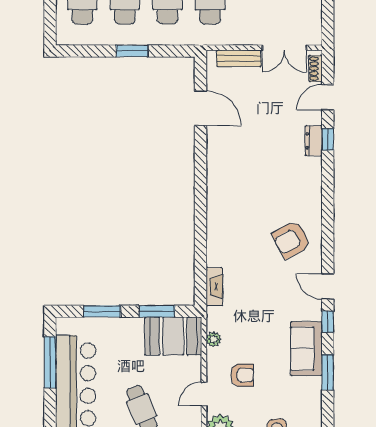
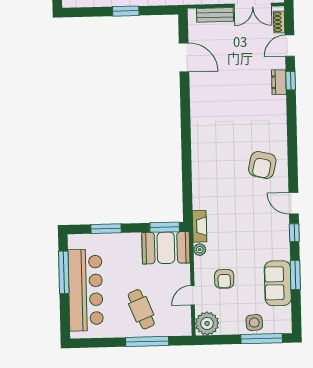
armchair: (291, 240) -> (262, 165), turned -49
fireplace: (214, 287) -> (200, 226), moved
window: (157, 311) -> (165, 227), moved
sofa: (306, 349) -> (278, 283), moved
armchair: (242, 375) -> (224, 279), turned 90

